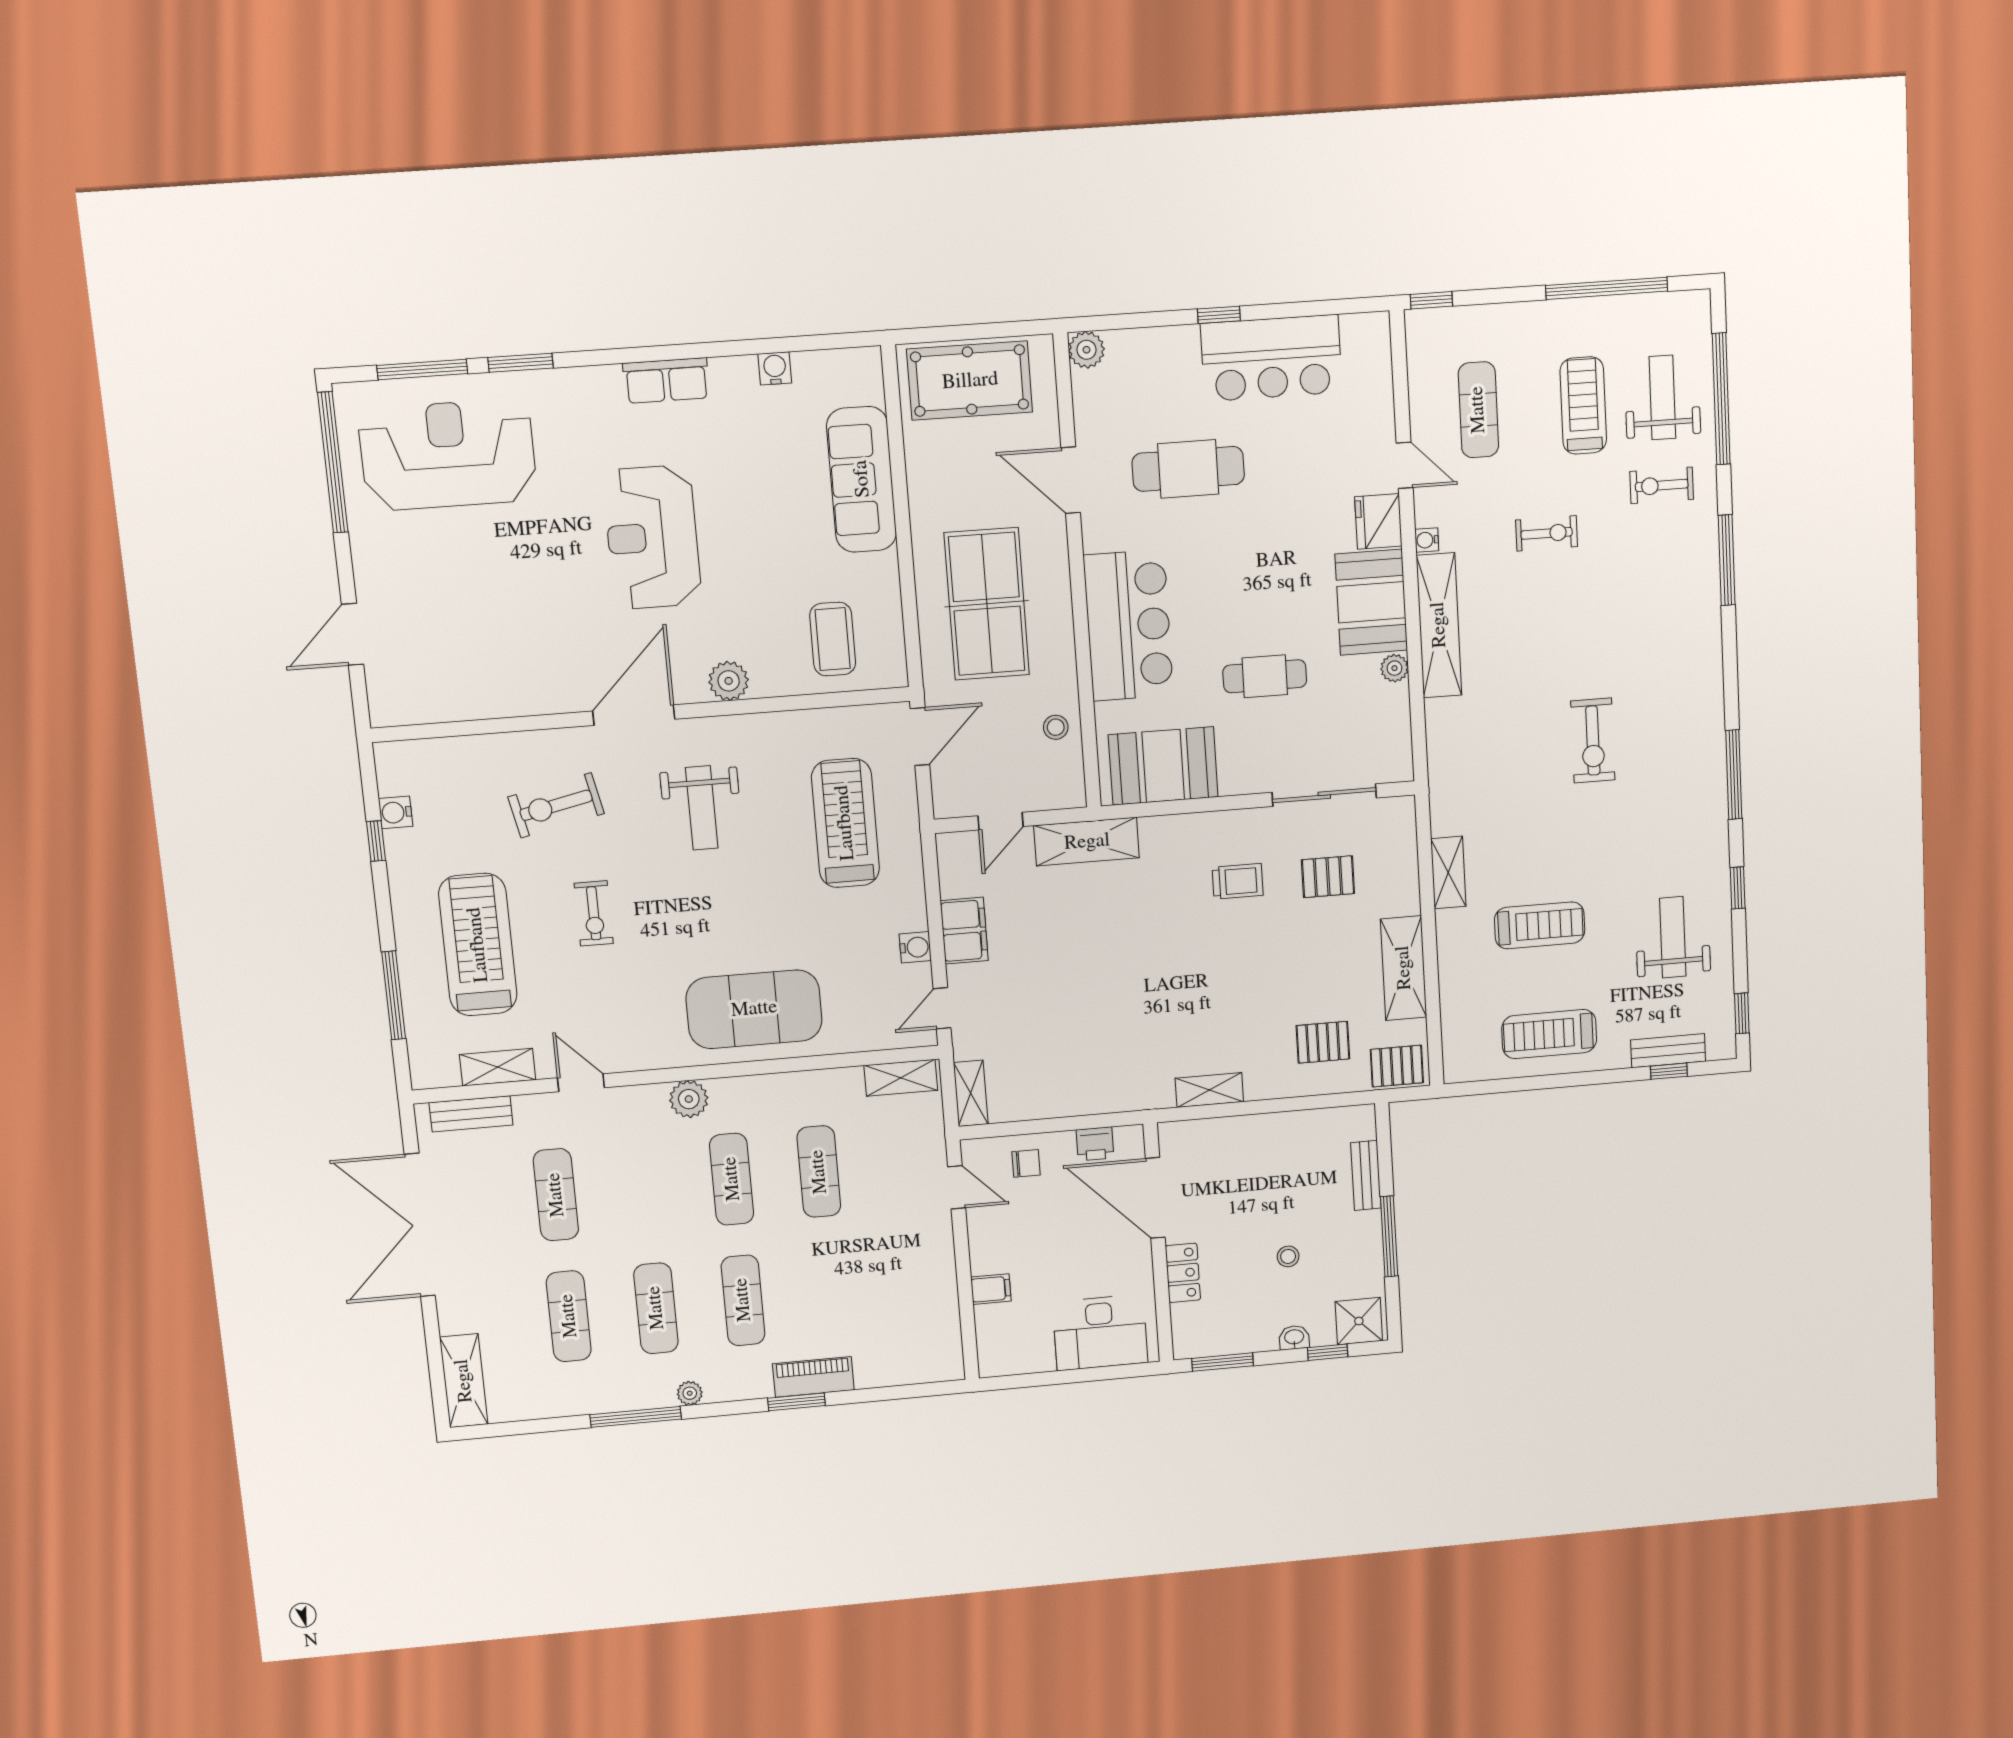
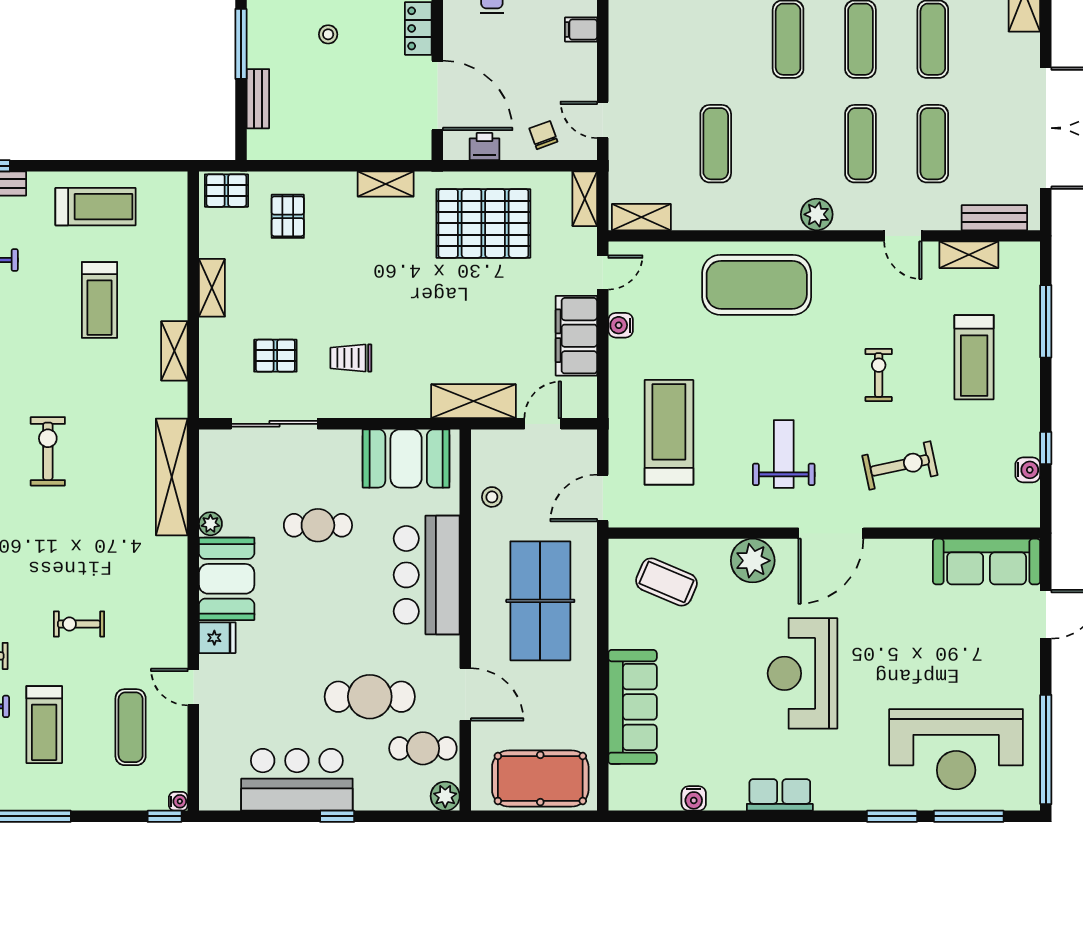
cafe table: (1118, 409) -> (423, 748), added
fridge: (1378, 521) -> (217, 638), width x0.72
reception desk: (652, 537) -> (803, 673), turned 180
water cooler: (1427, 540) -> (178, 801), moved
shelving: (1439, 625) -> (172, 477), moved
coffee table: (833, 639) -> (666, 582), turned -67
plant: (729, 681) -> (753, 561), width x1.36, depth x1.36
sofa: (435, 695) -> (987, 562), added
treadmill: (845, 823) -> (669, 432), turned 180
treadmill: (1540, 925) -> (100, 300), turned -90
filing cabinet: (964, 931) -> (576, 336), width x1.50, depth x1.17
treadmill: (478, 945) -> (974, 357), width x0.73, depth x0.73
shelving: (1404, 968) -> (212, 288), width x0.67, depth x0.75
pallet: (1323, 1042) -> (288, 216), turned 90
pallet: (1090, 1054) -> (483, 223), added
chair: (1026, 1163) -> (543, 135), turned 70
exercise mat: (732, 1179) -> (860, 144), moved

